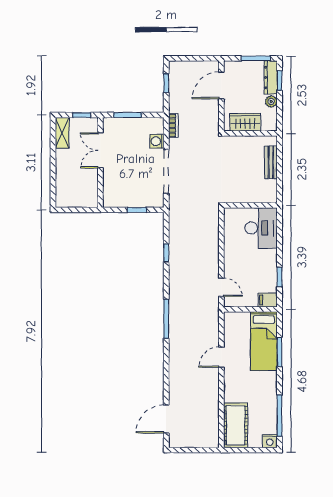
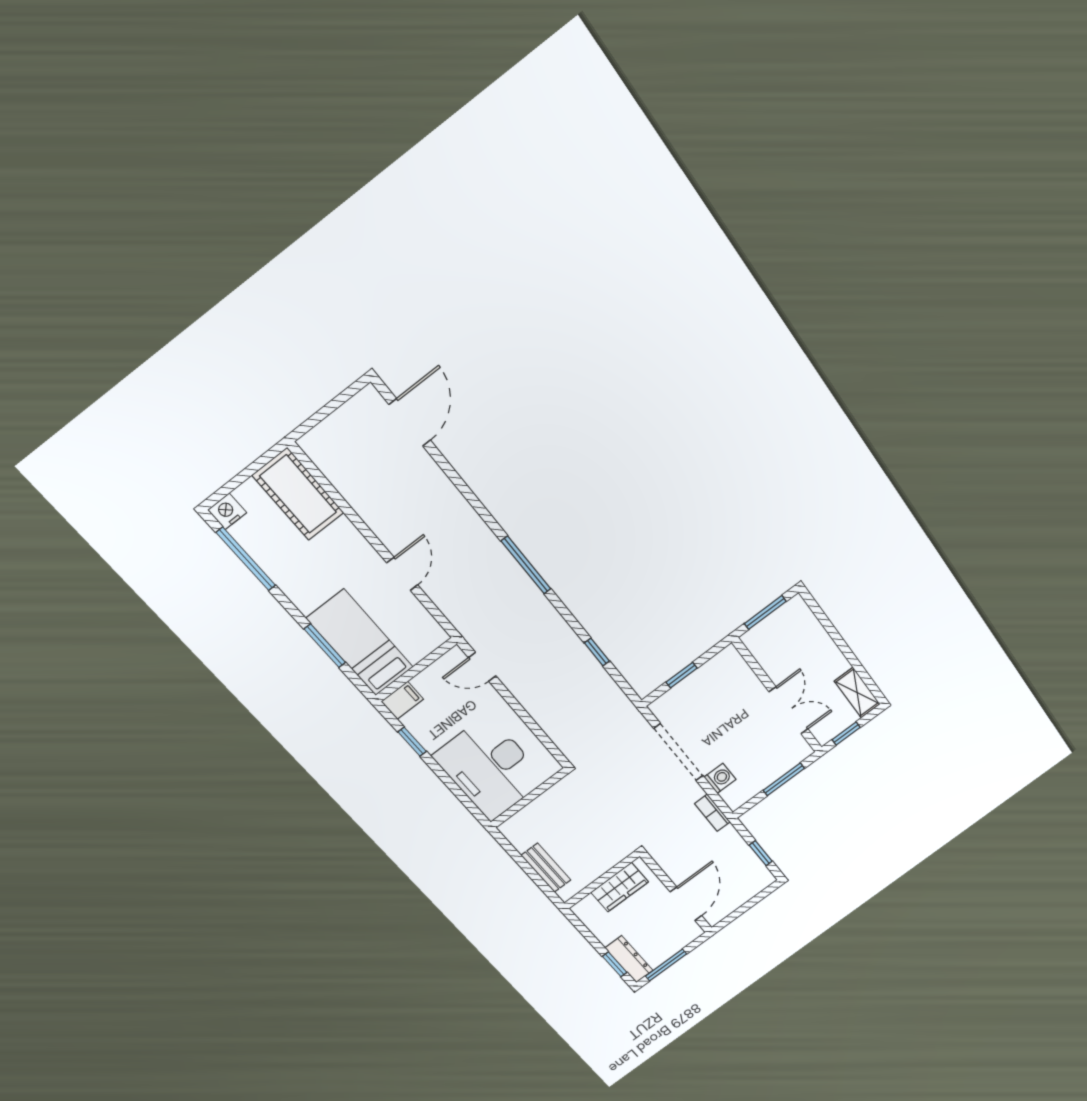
plant: (271, 101) -> (605, 934), removed
window: (77, 210) -> (765, 612), added
desk: (261, 228) -> (490, 768), width x1.36, depth x1.30

